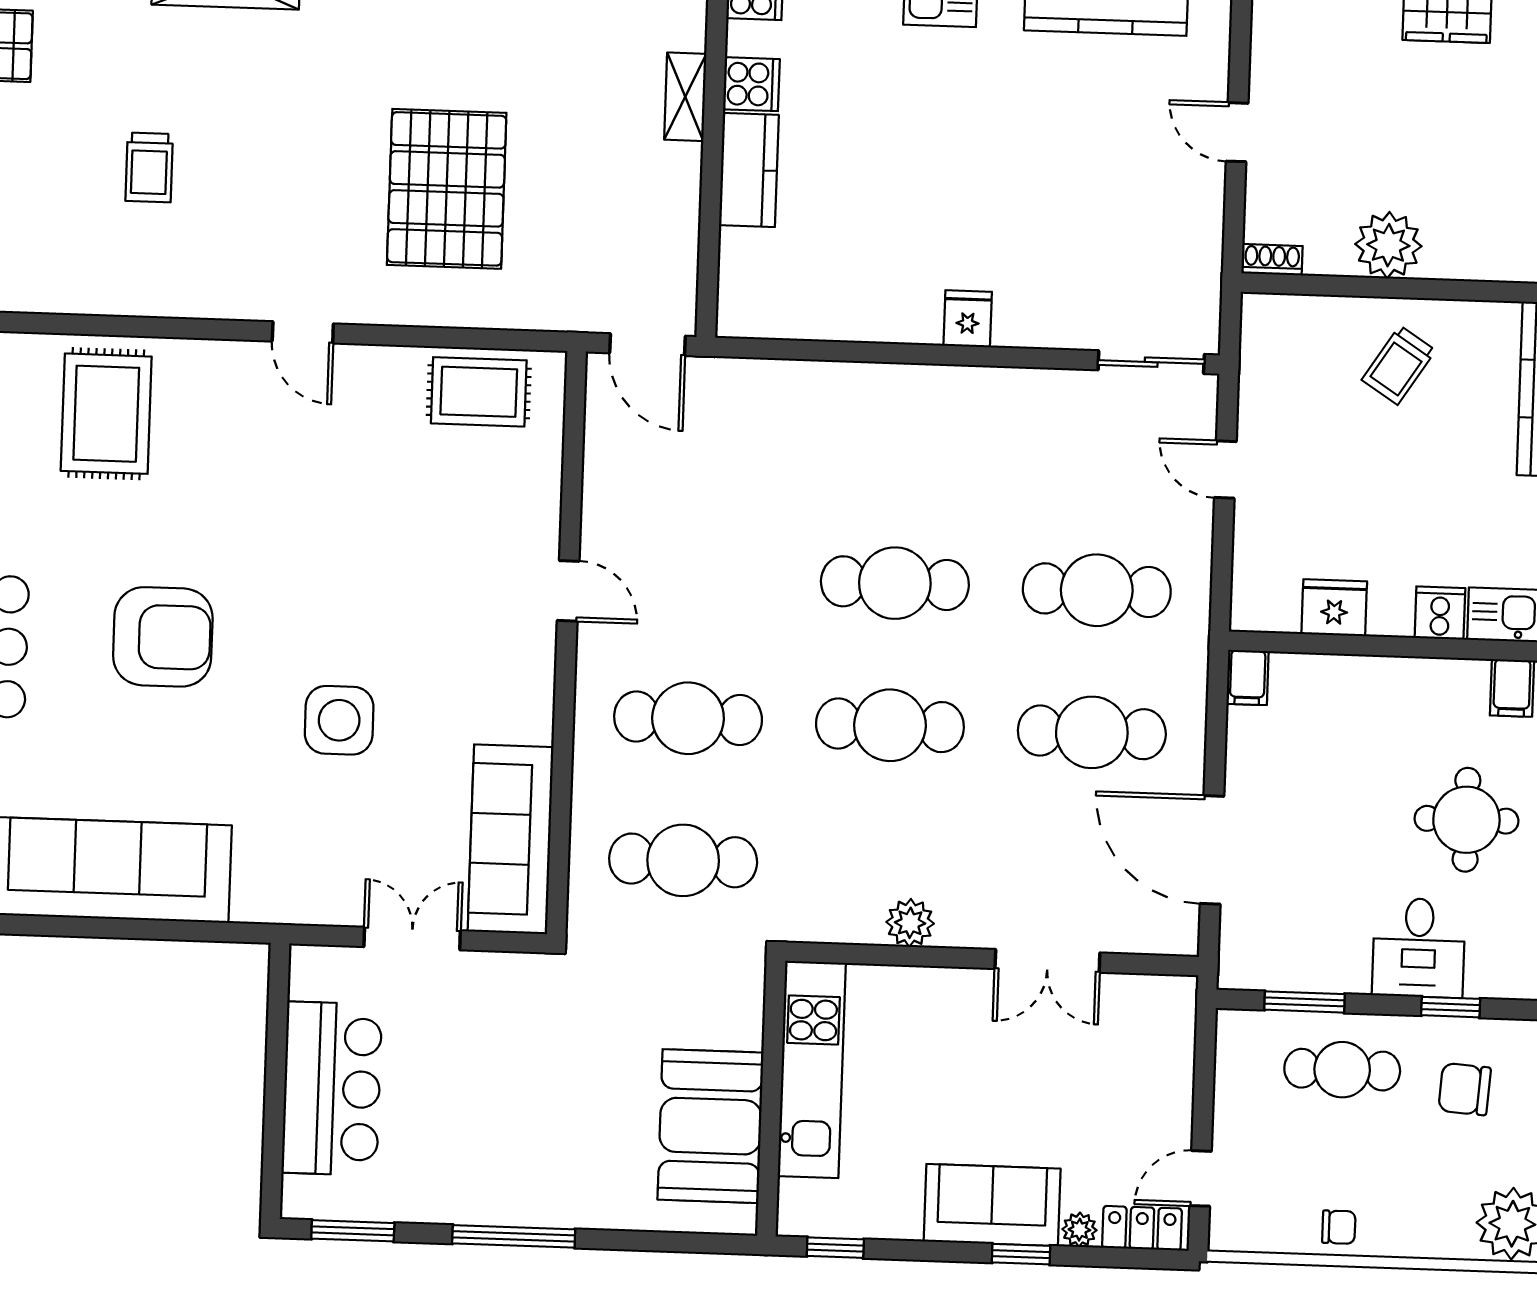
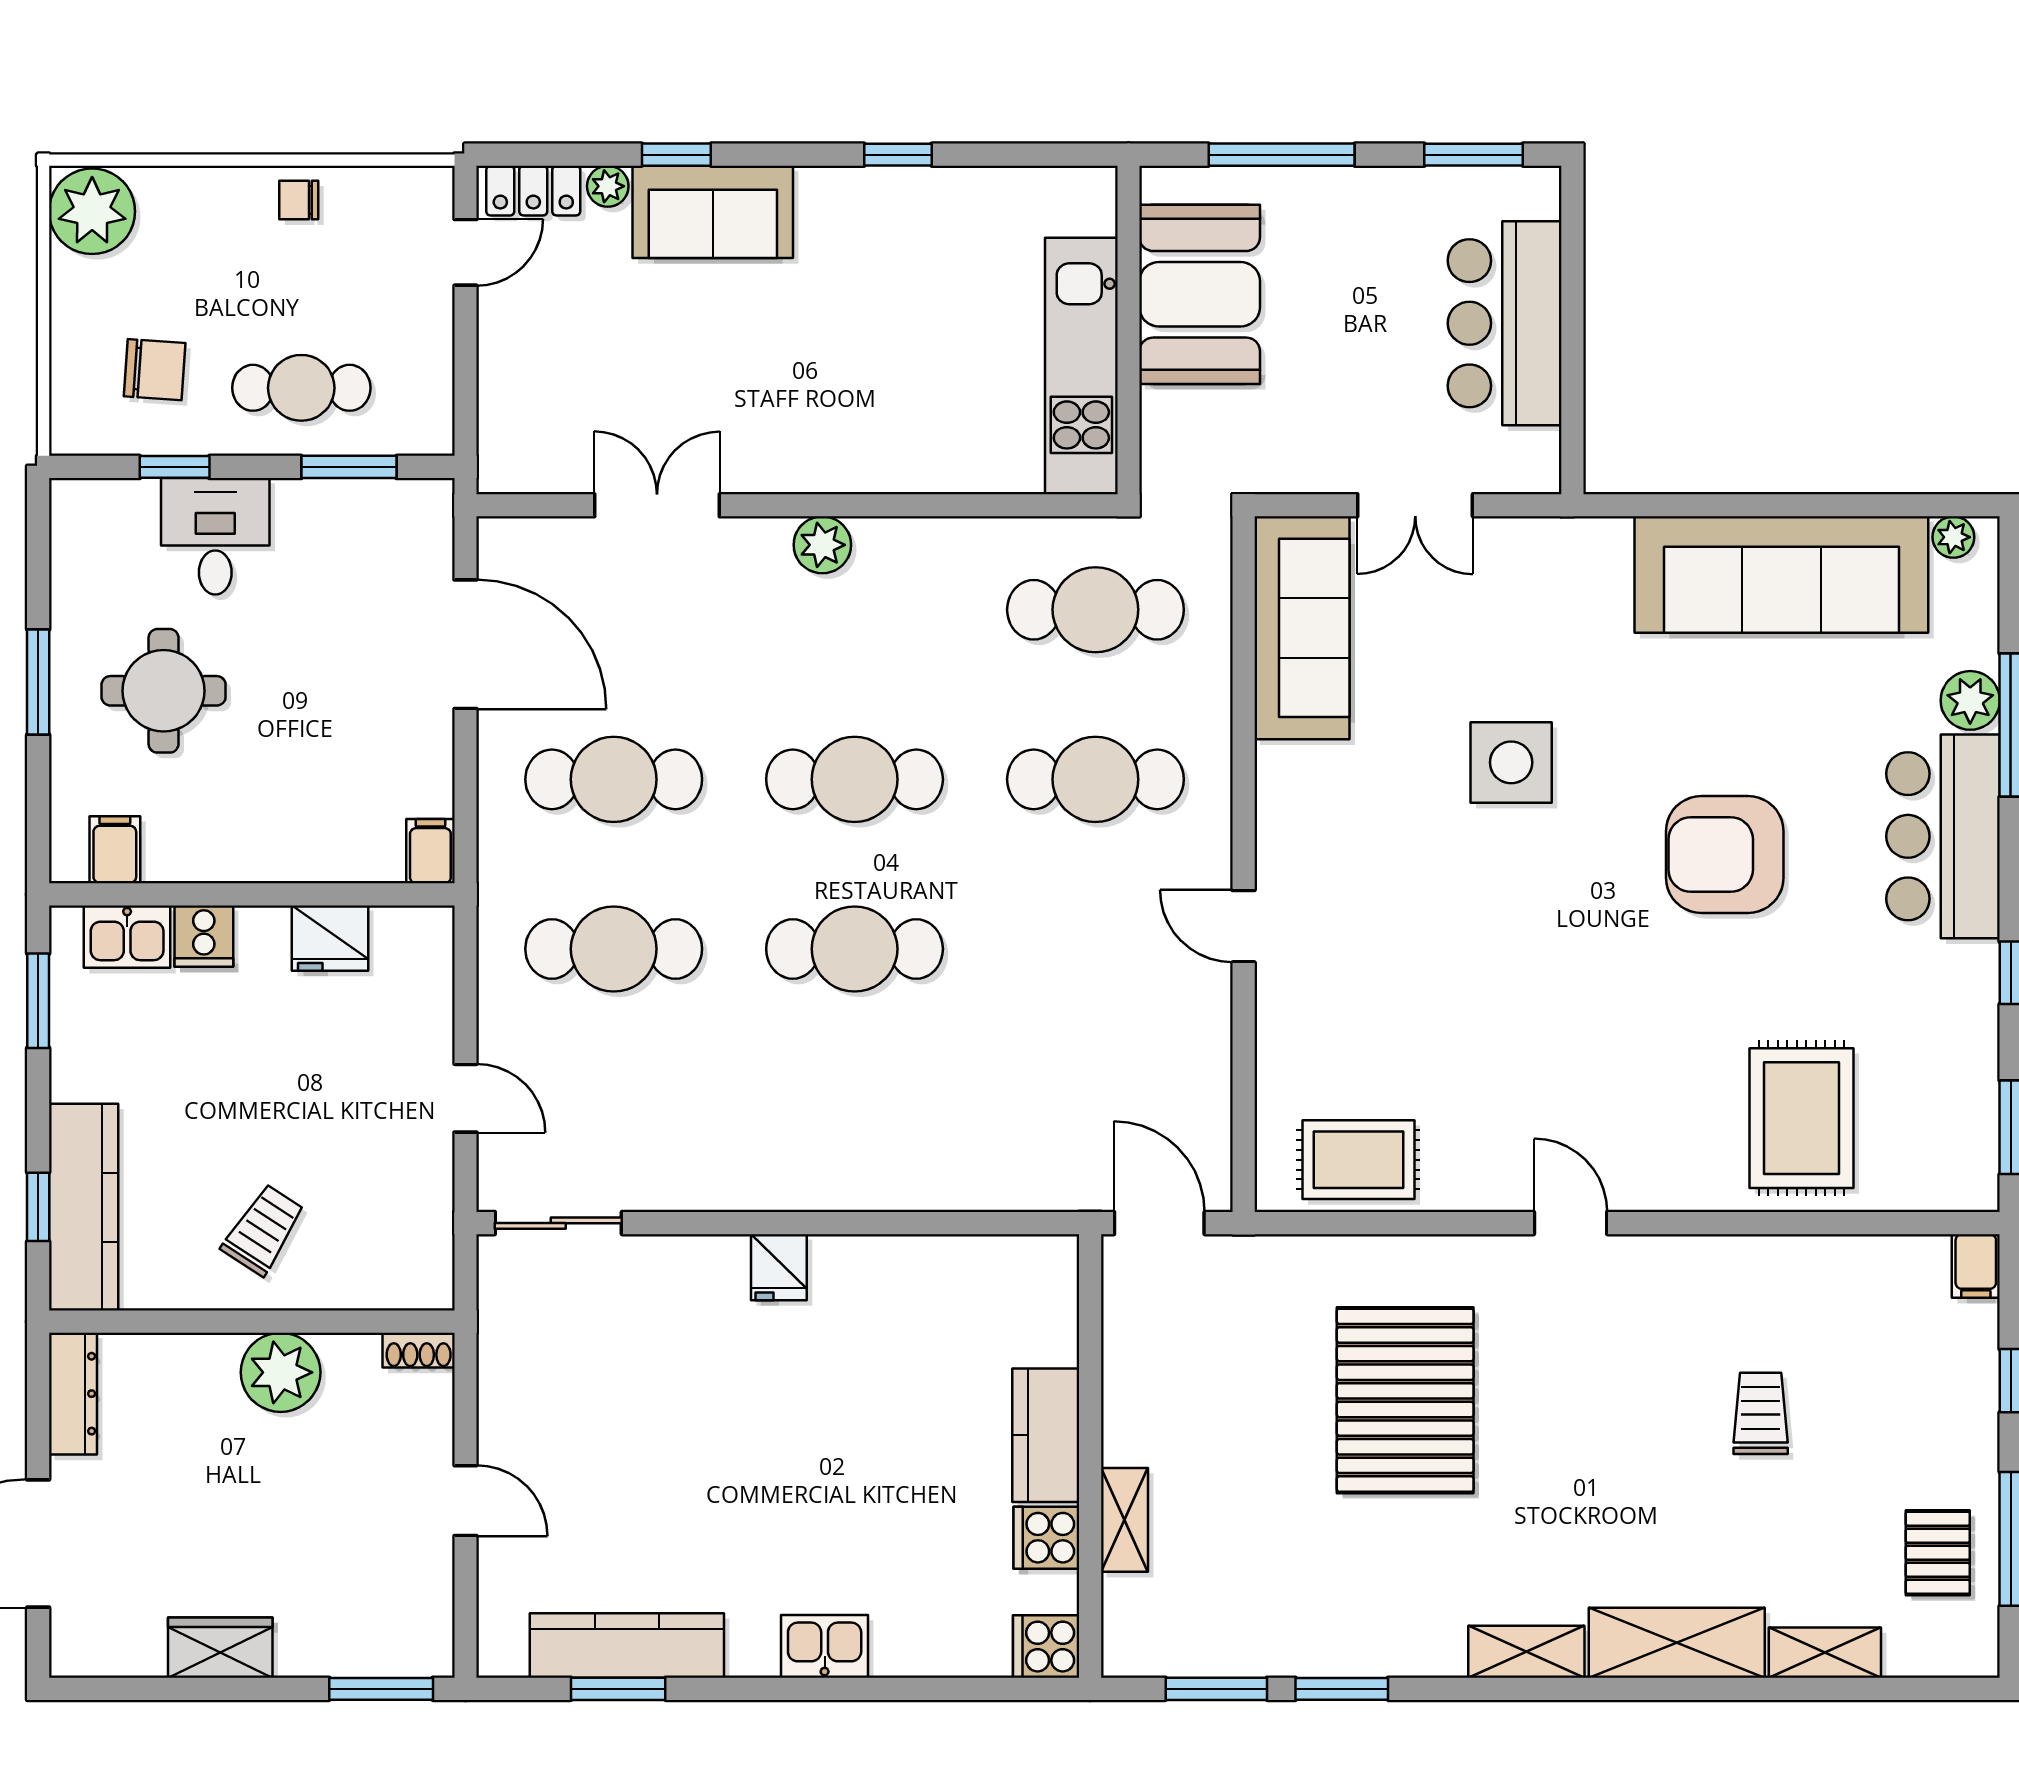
kitchen unit: (812, 1070) -> (1081, 366), moved
wall: (771, 1098) -> (1129, 330), moved
booth: (710, 1126) -> (1200, 294), moved

